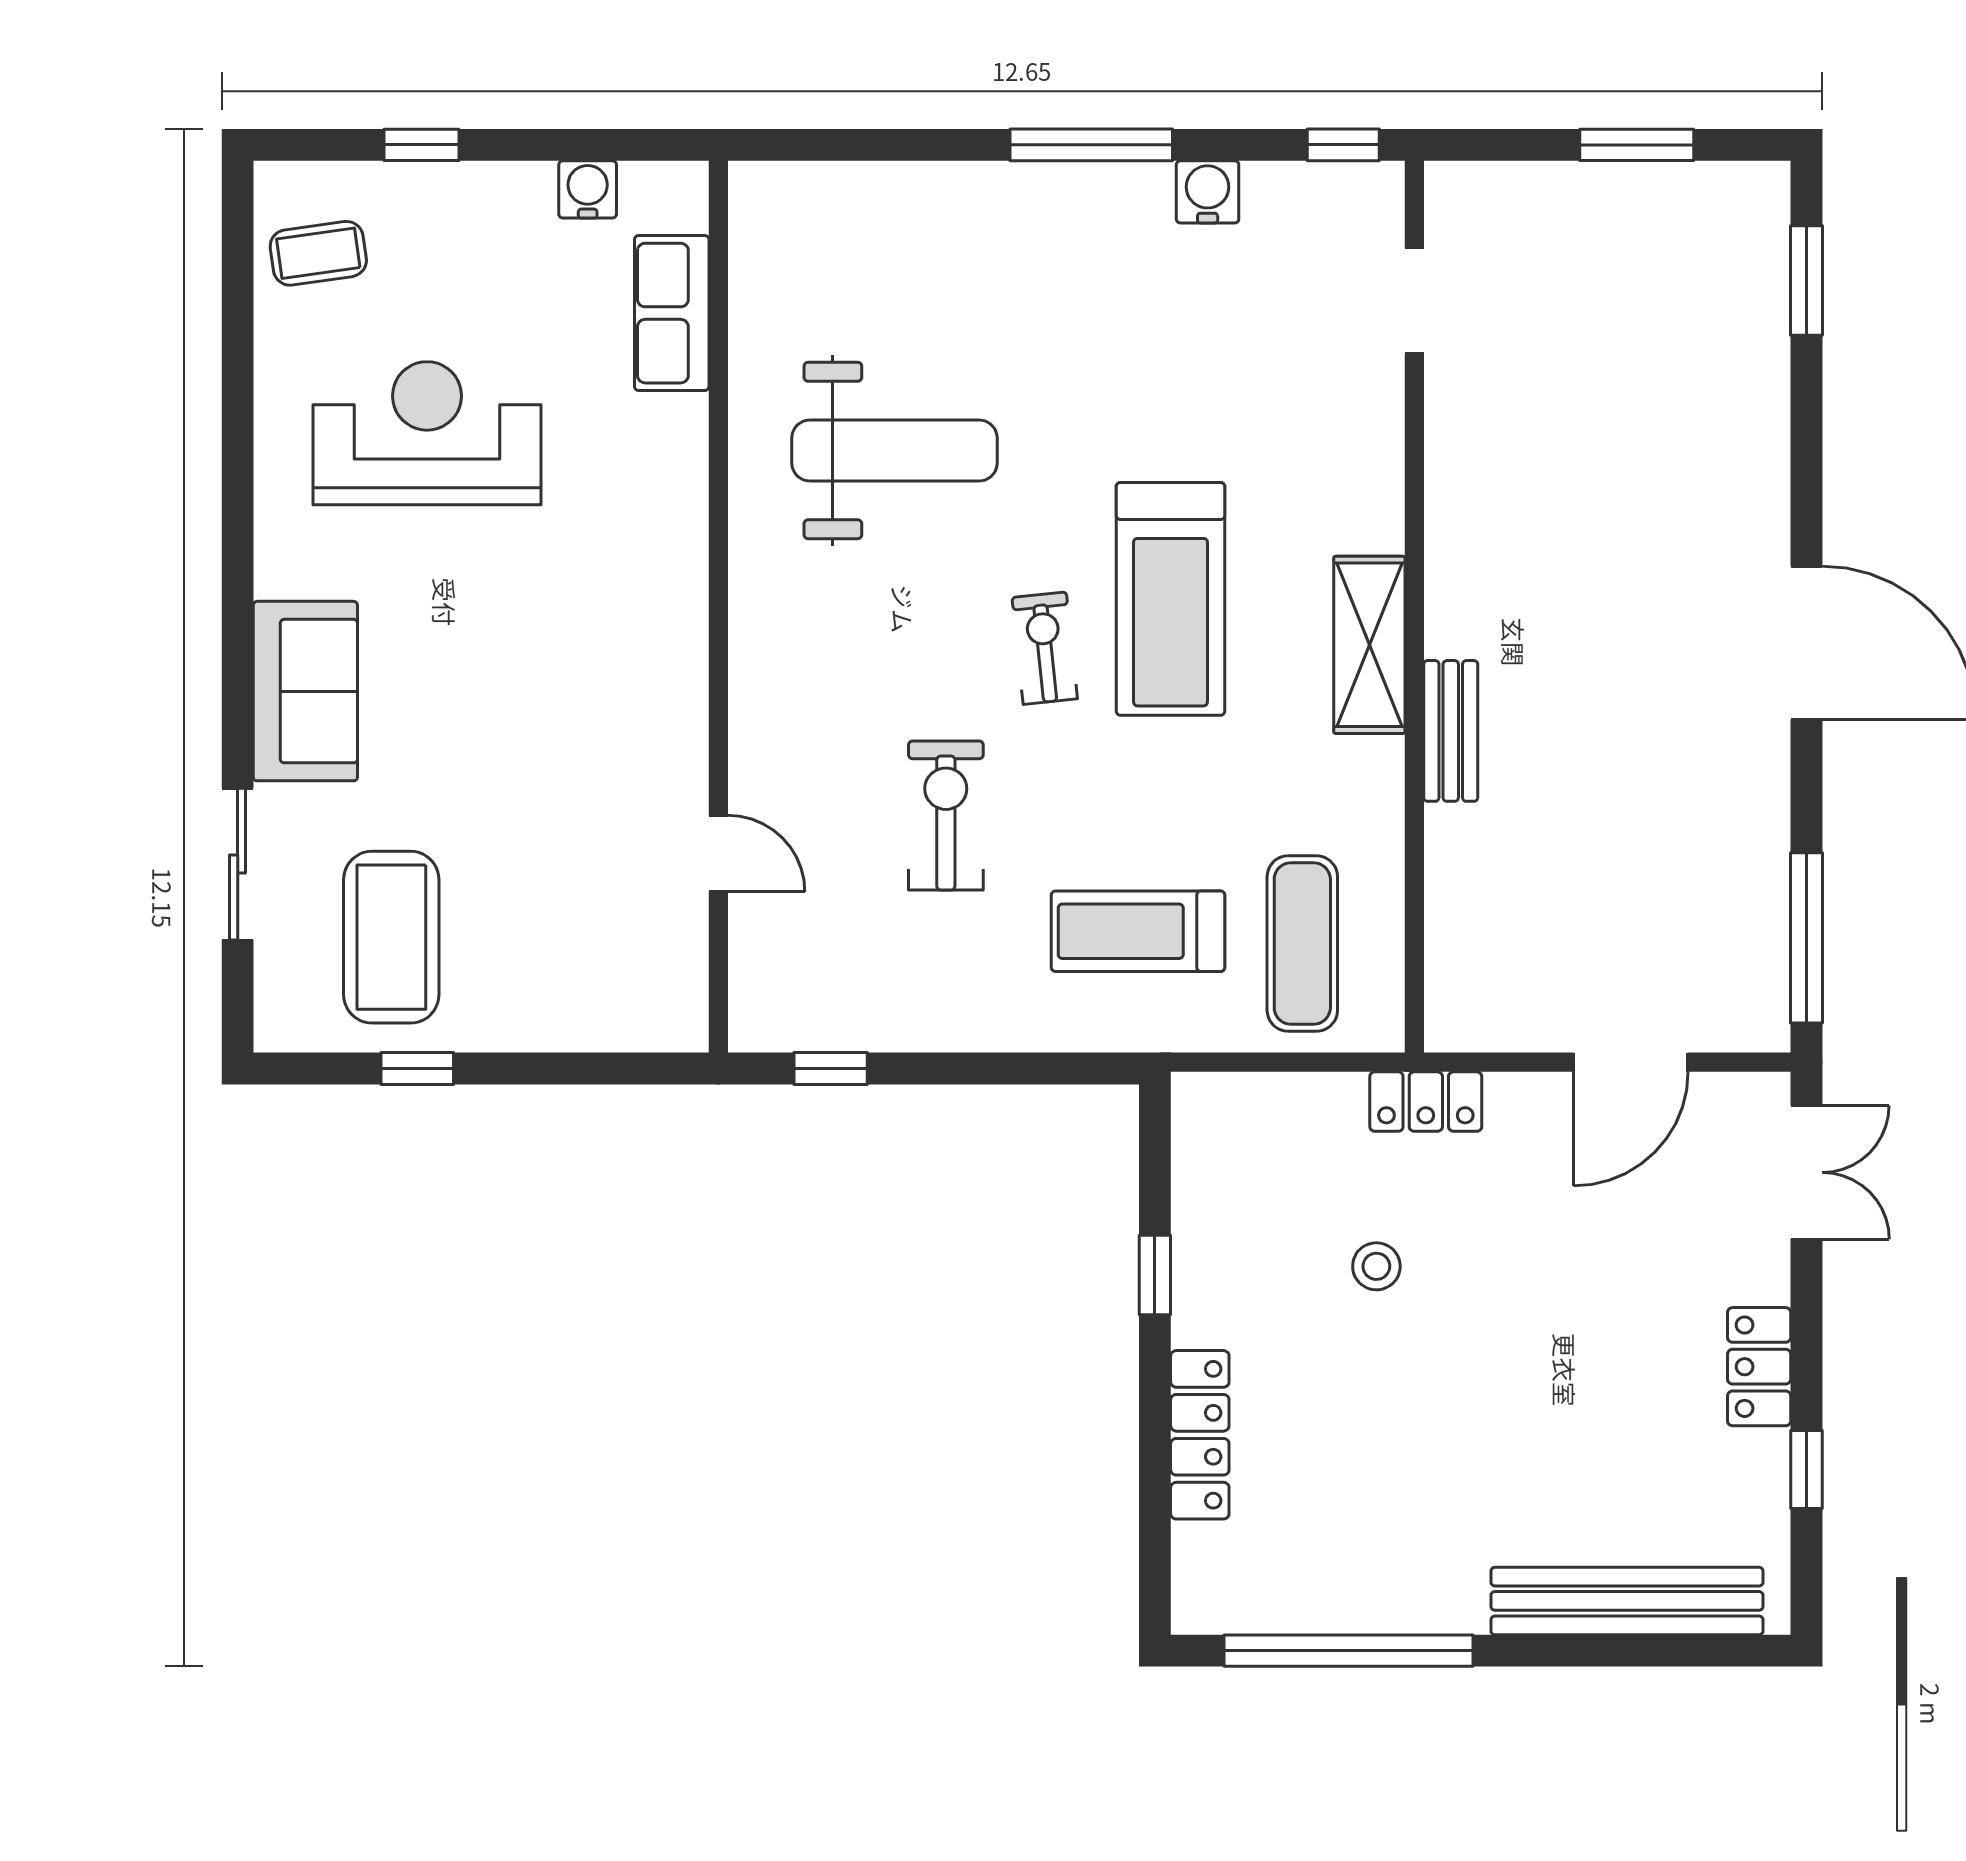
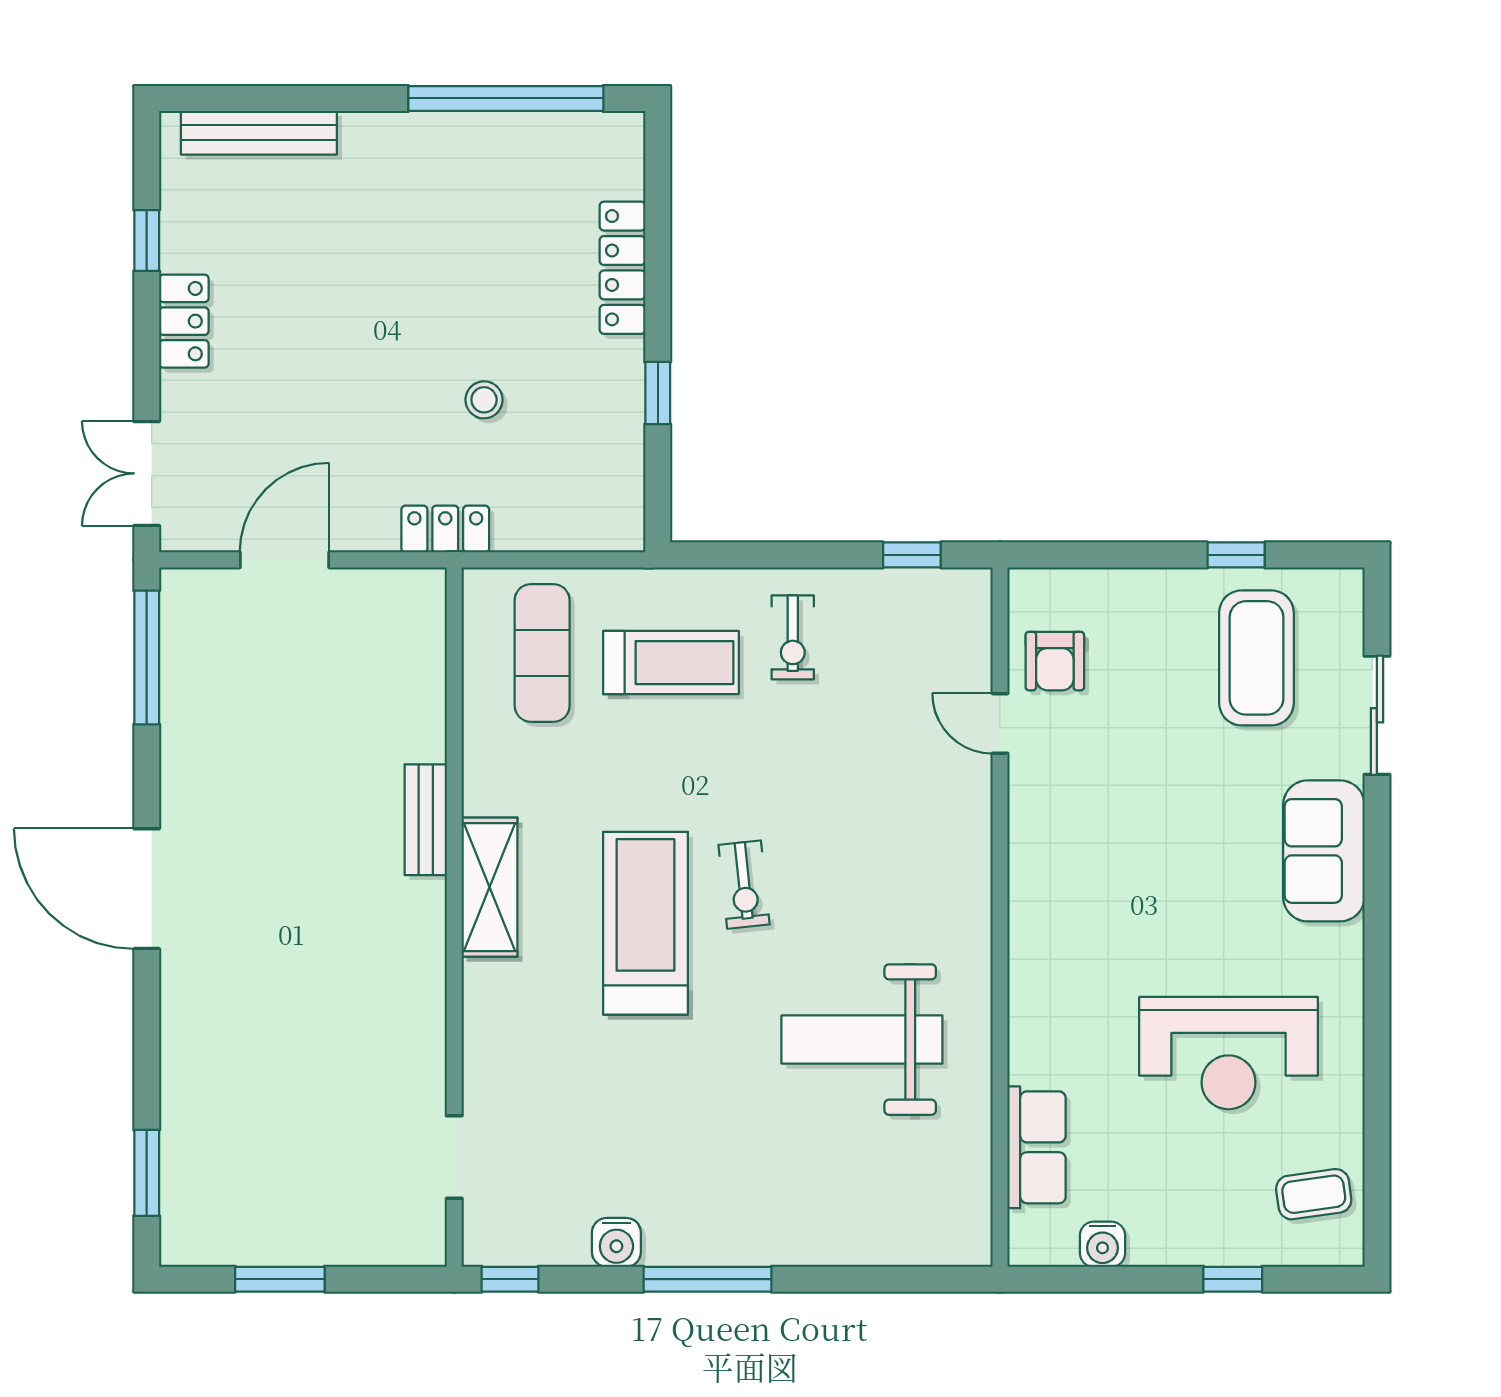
exercise bike: (946, 815) -> (793, 637), moved, width x0.73, depth x0.72
armchair: (648, 933) -> (1055, 661), added
bench: (1627, 1601) -> (259, 133), width x0.73, depth x0.82

